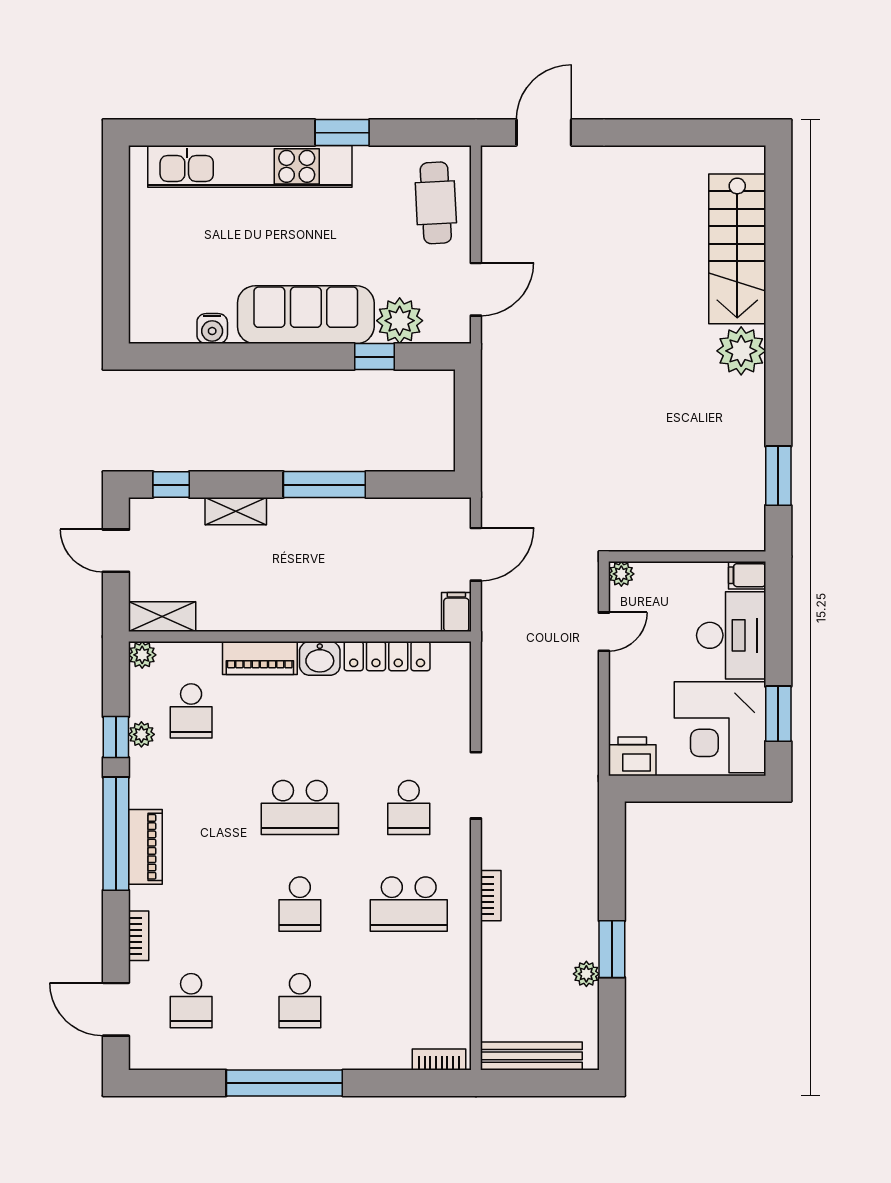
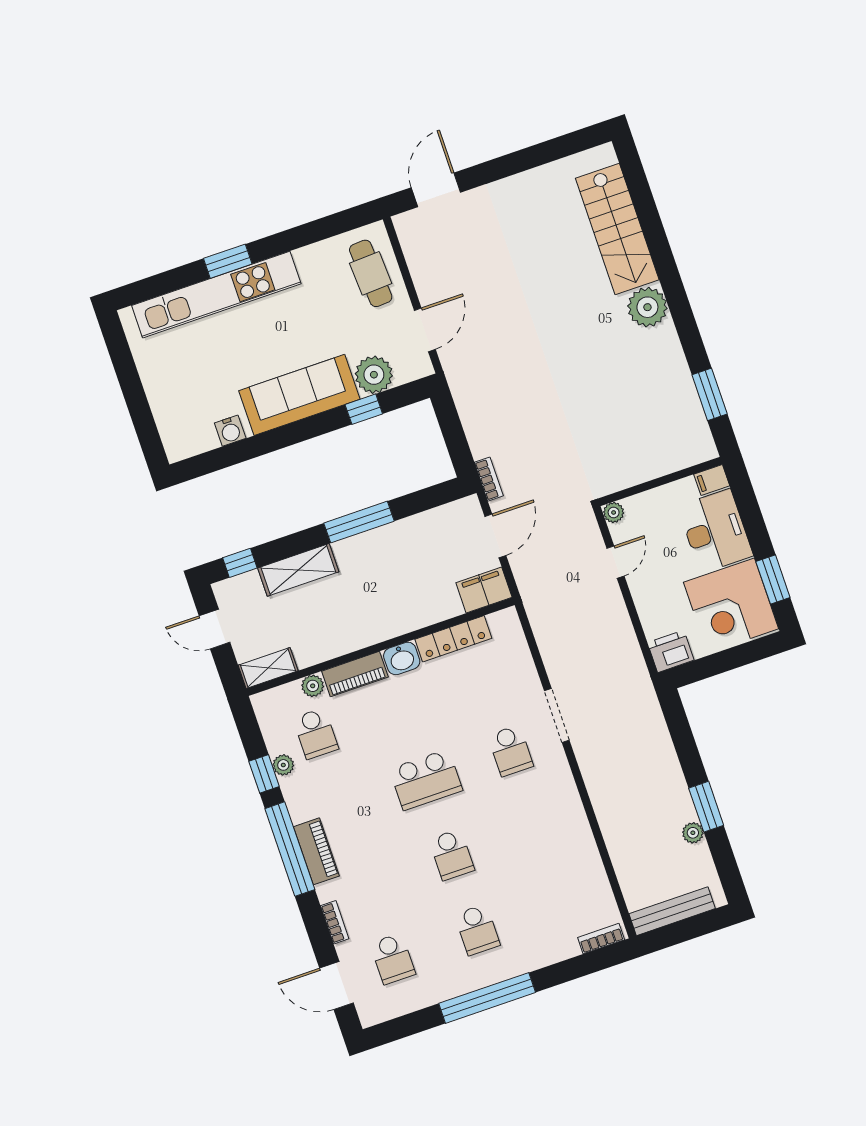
window: (342, 133) -> (228, 261), moved
shelving: (236, 511) -> (298, 570), width x1.50, depth x1.33
filing cabinet: (456, 612) -> (484, 590), width x2.00
plant: (142, 655) -> (313, 686), moved
bookcase: (491, 896) -> (489, 479), moved
school desk: (409, 904) -> (536, 826), removed

